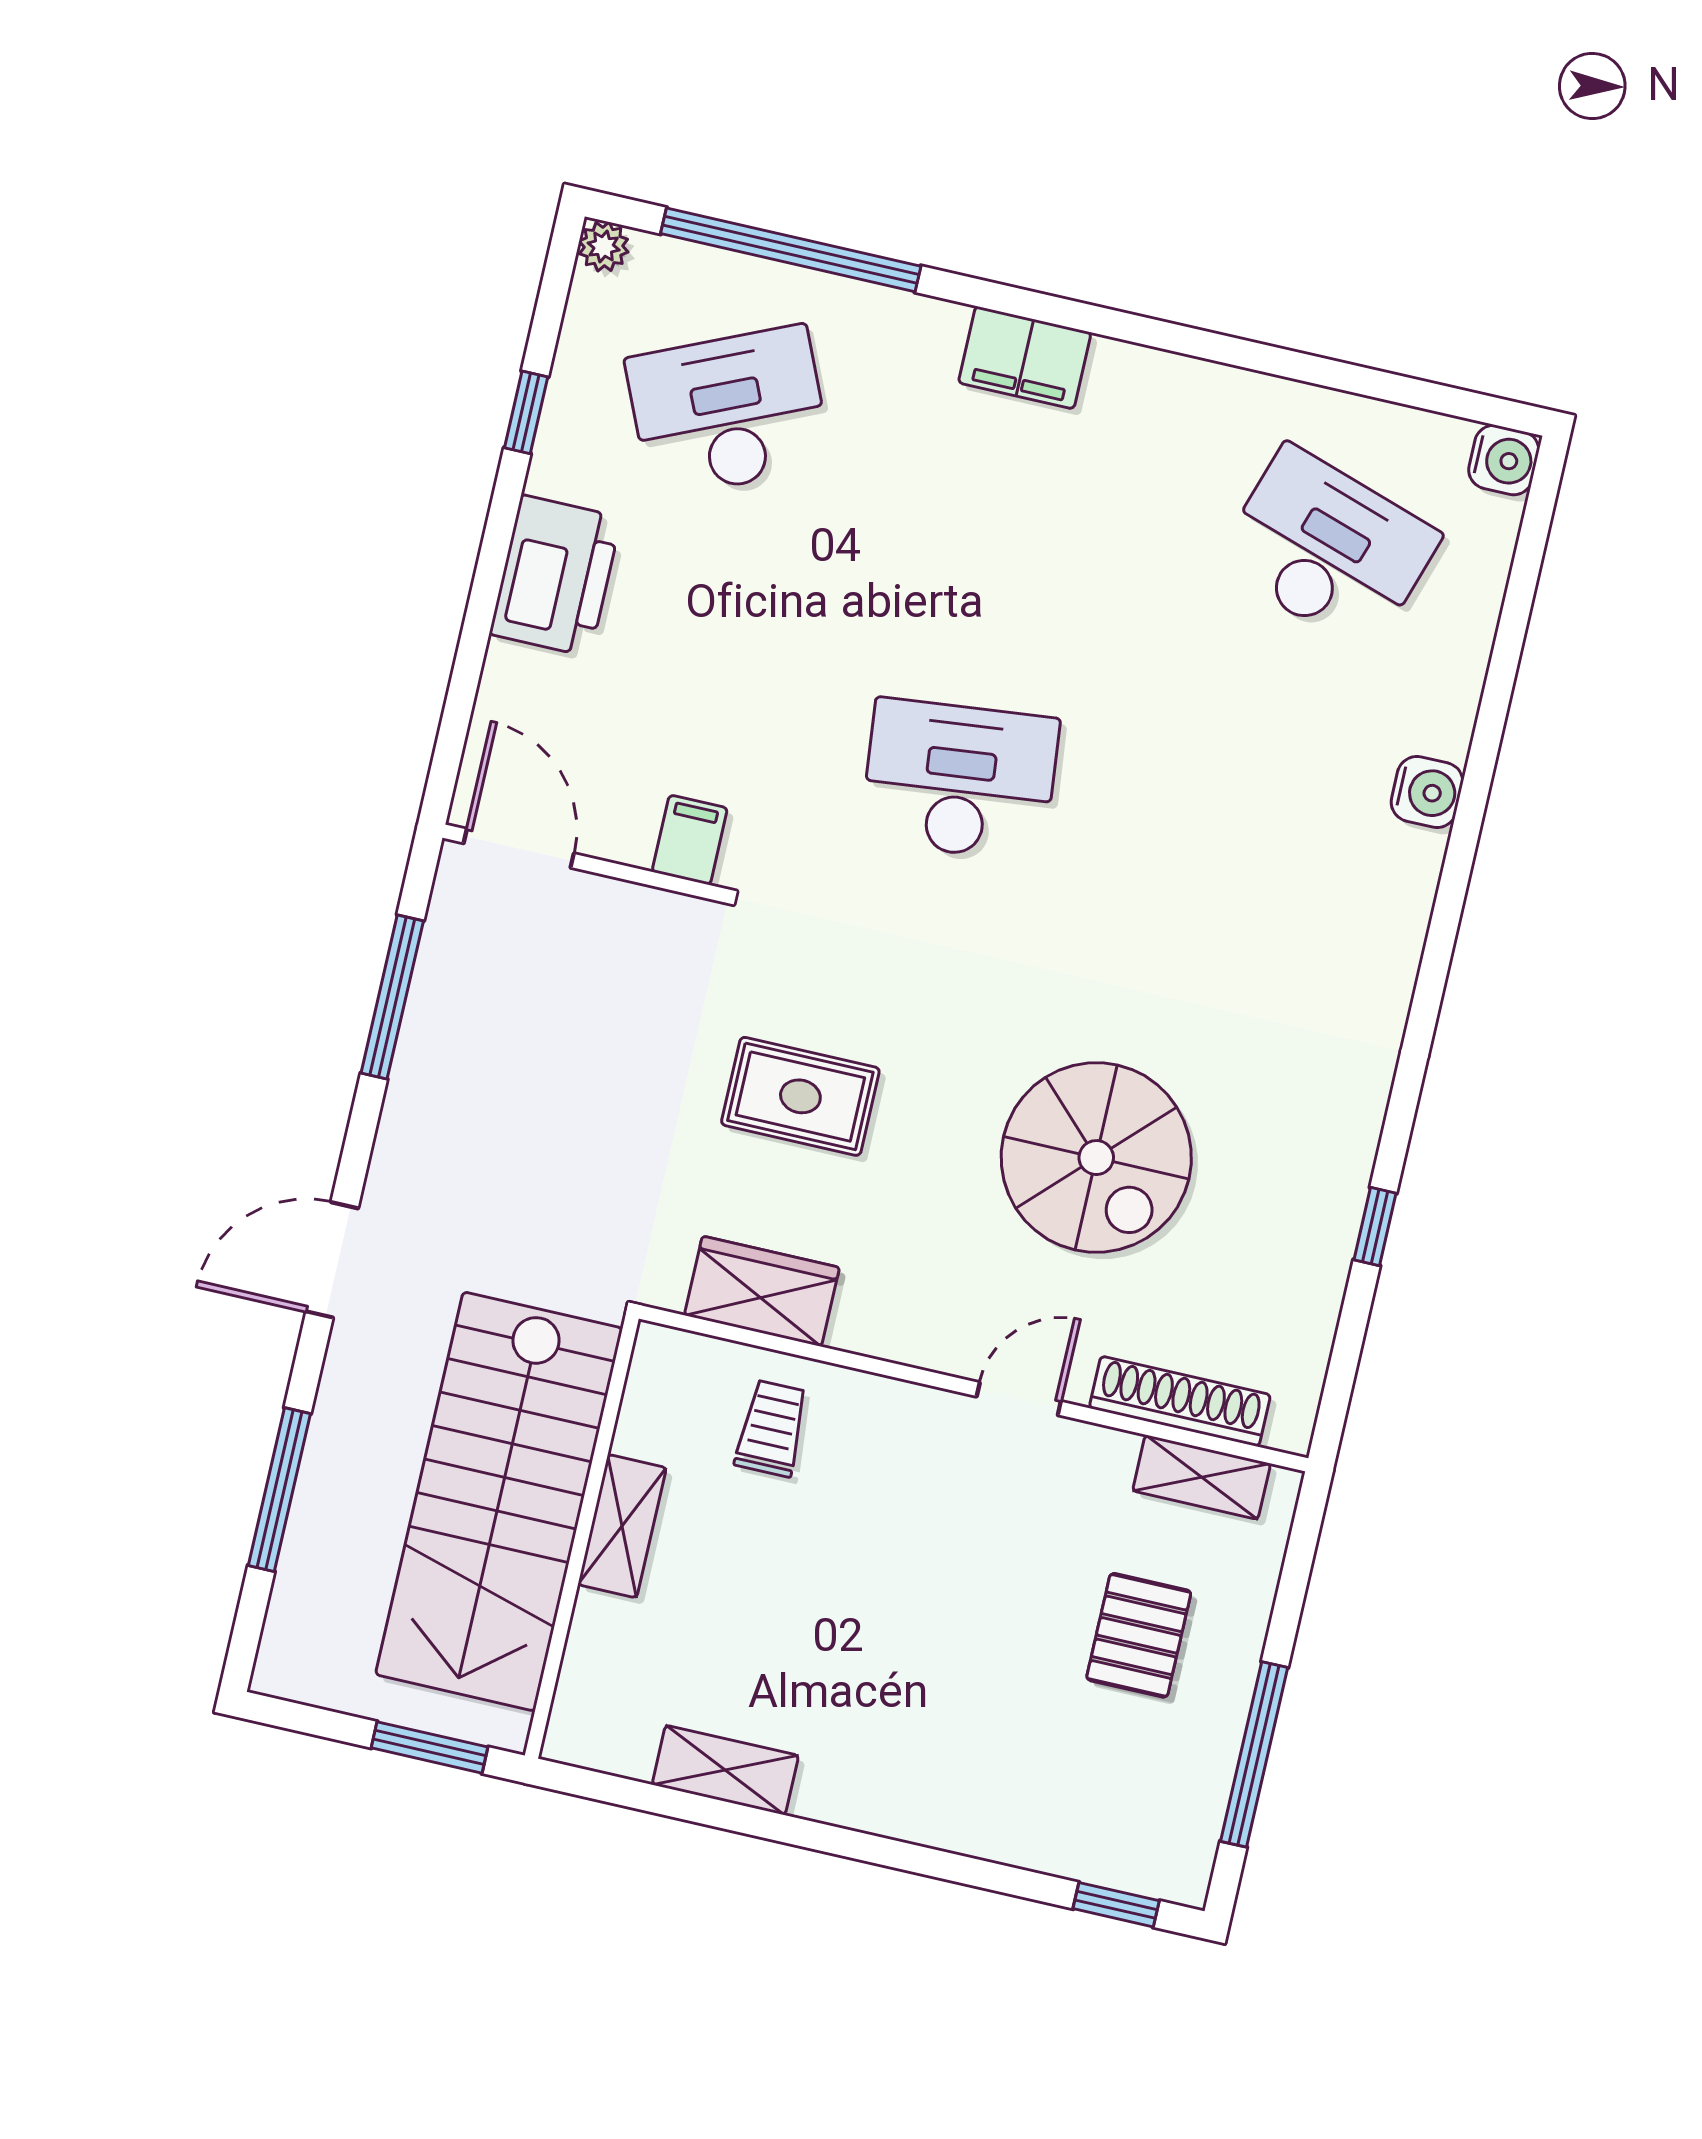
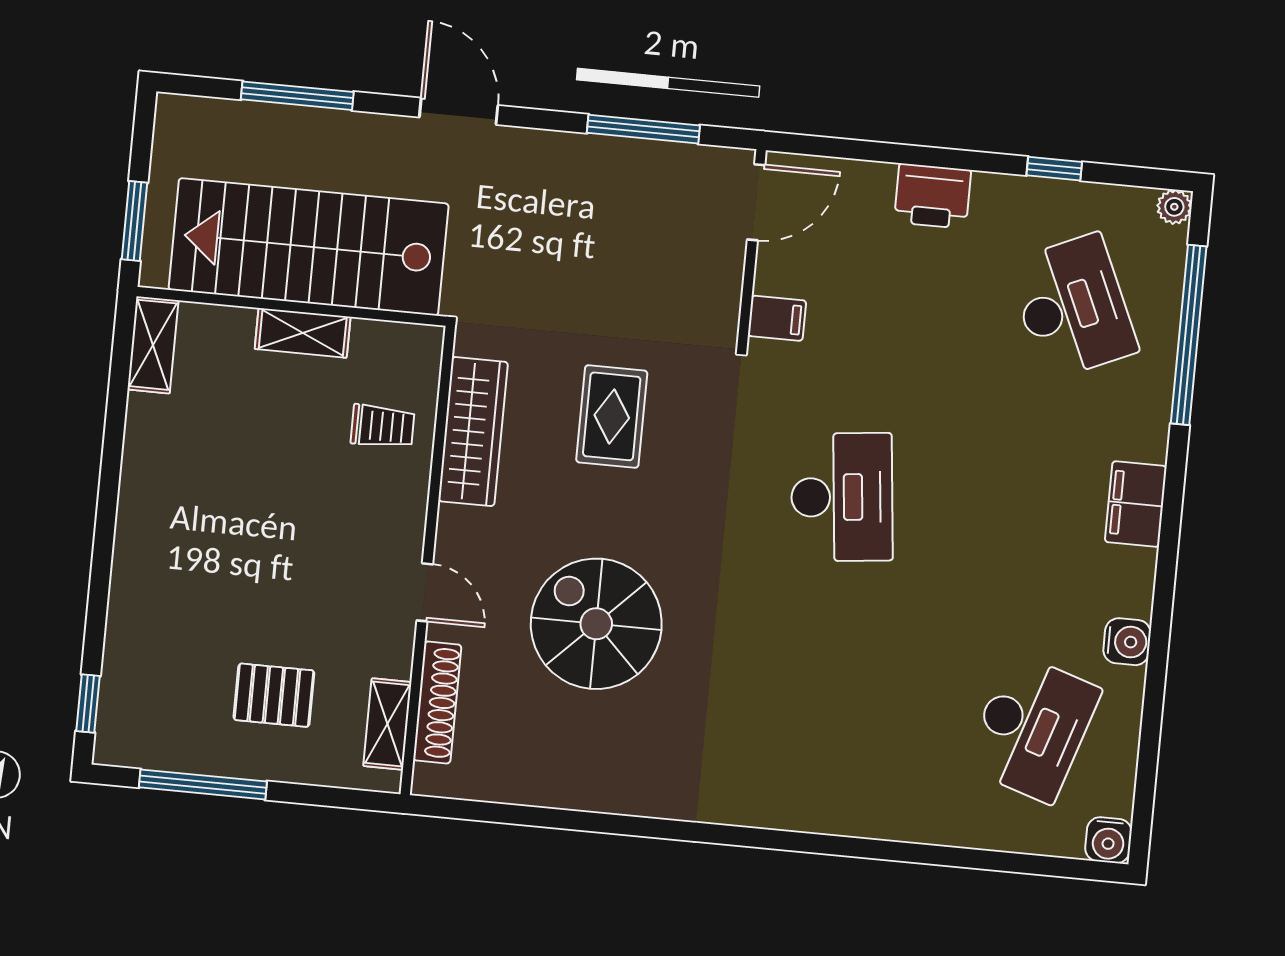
printer: (555, 576) -> (933, 196), width x0.73, depth x0.84
water cooler: (1427, 792) -> (1127, 642), moved, turned -90
spiral stairs: (1096, 1158) -> (596, 624), turned 90
window: (1375, 1227) -> (574, 820), removed
wardrobe: (762, 1291) -> (473, 432), width x1.50
shelving: (725, 1770) -> (153, 345), moved

